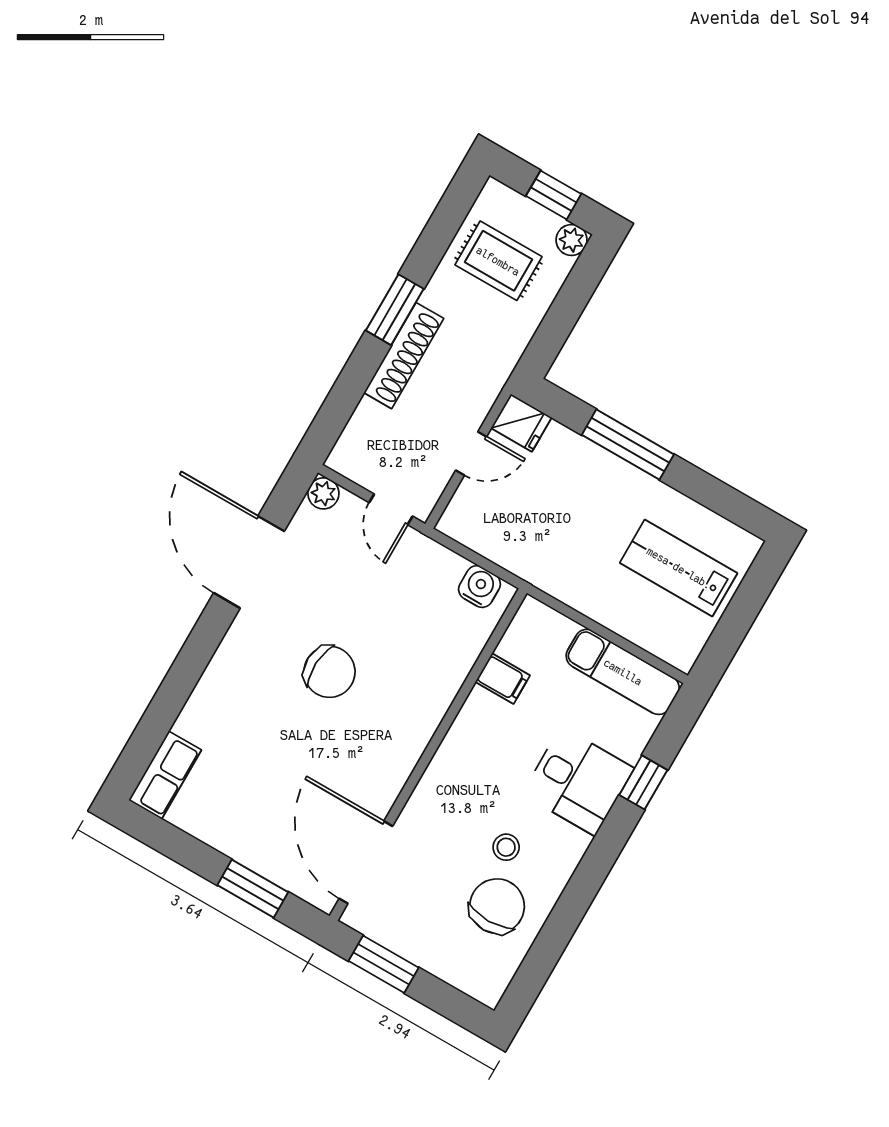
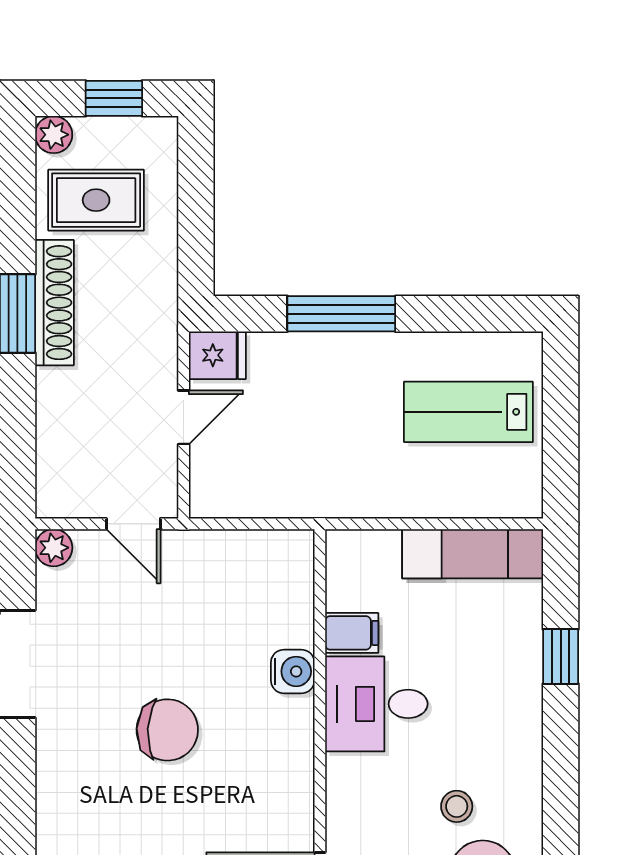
plant: (572, 240) -> (54, 135), moved
shoe rack: (404, 356) -> (54, 303), moved
water cooler: (479, 587) -> (293, 671), moved, turned 90
desk: (578, 781) -> (376, 704), moved, turned 180

